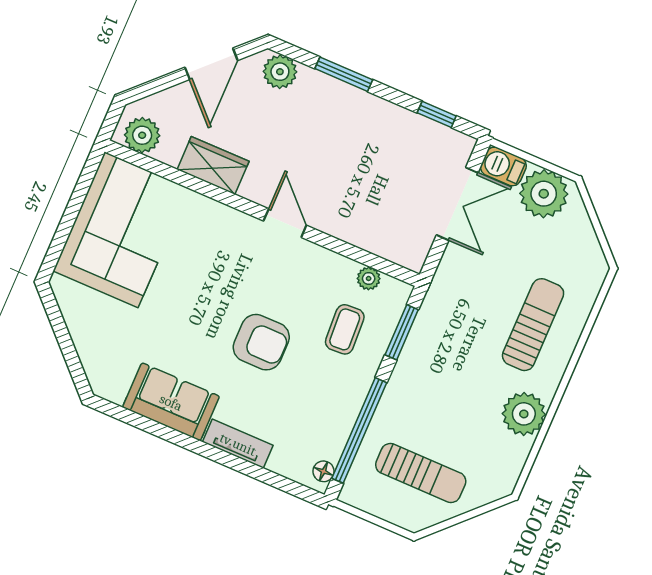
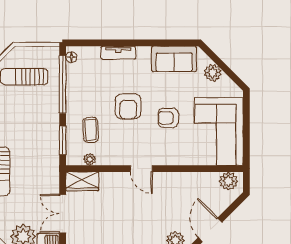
wardrobe: (213, 165) -> (82, 181), moved
armchair: (200, 292) -> (168, 118), added
plant: (88, 337) -> (213, 73), added
armchair: (261, 342) -> (128, 106), turned -90
sofa: (171, 402) -> (174, 59), moved

